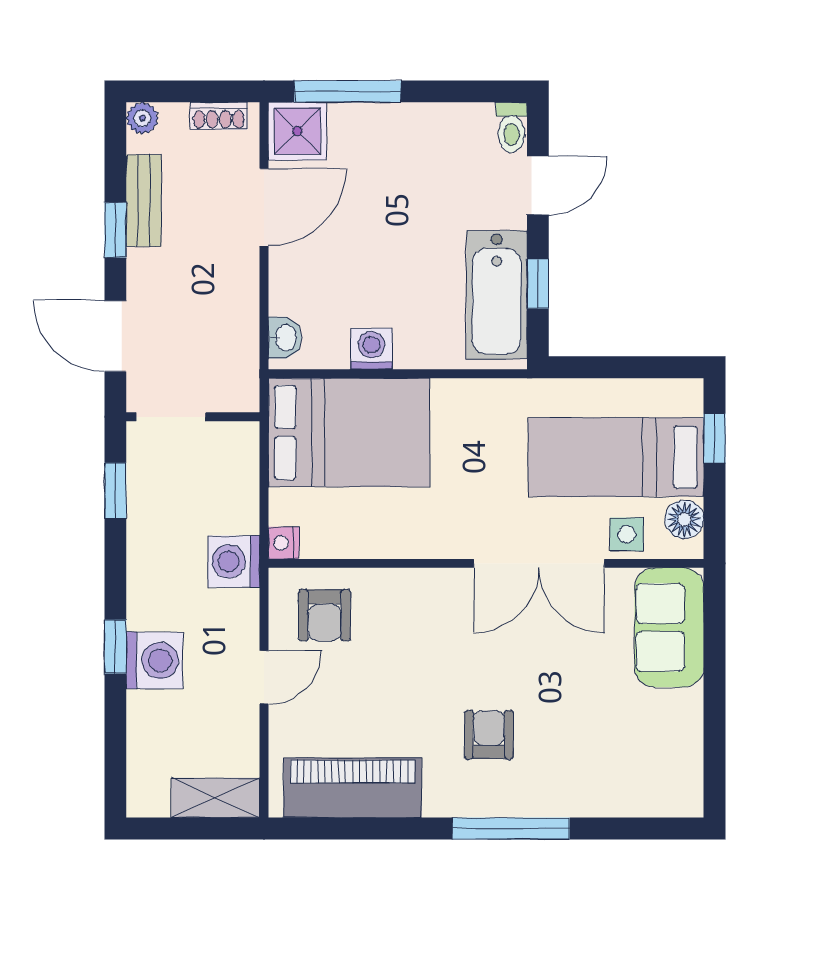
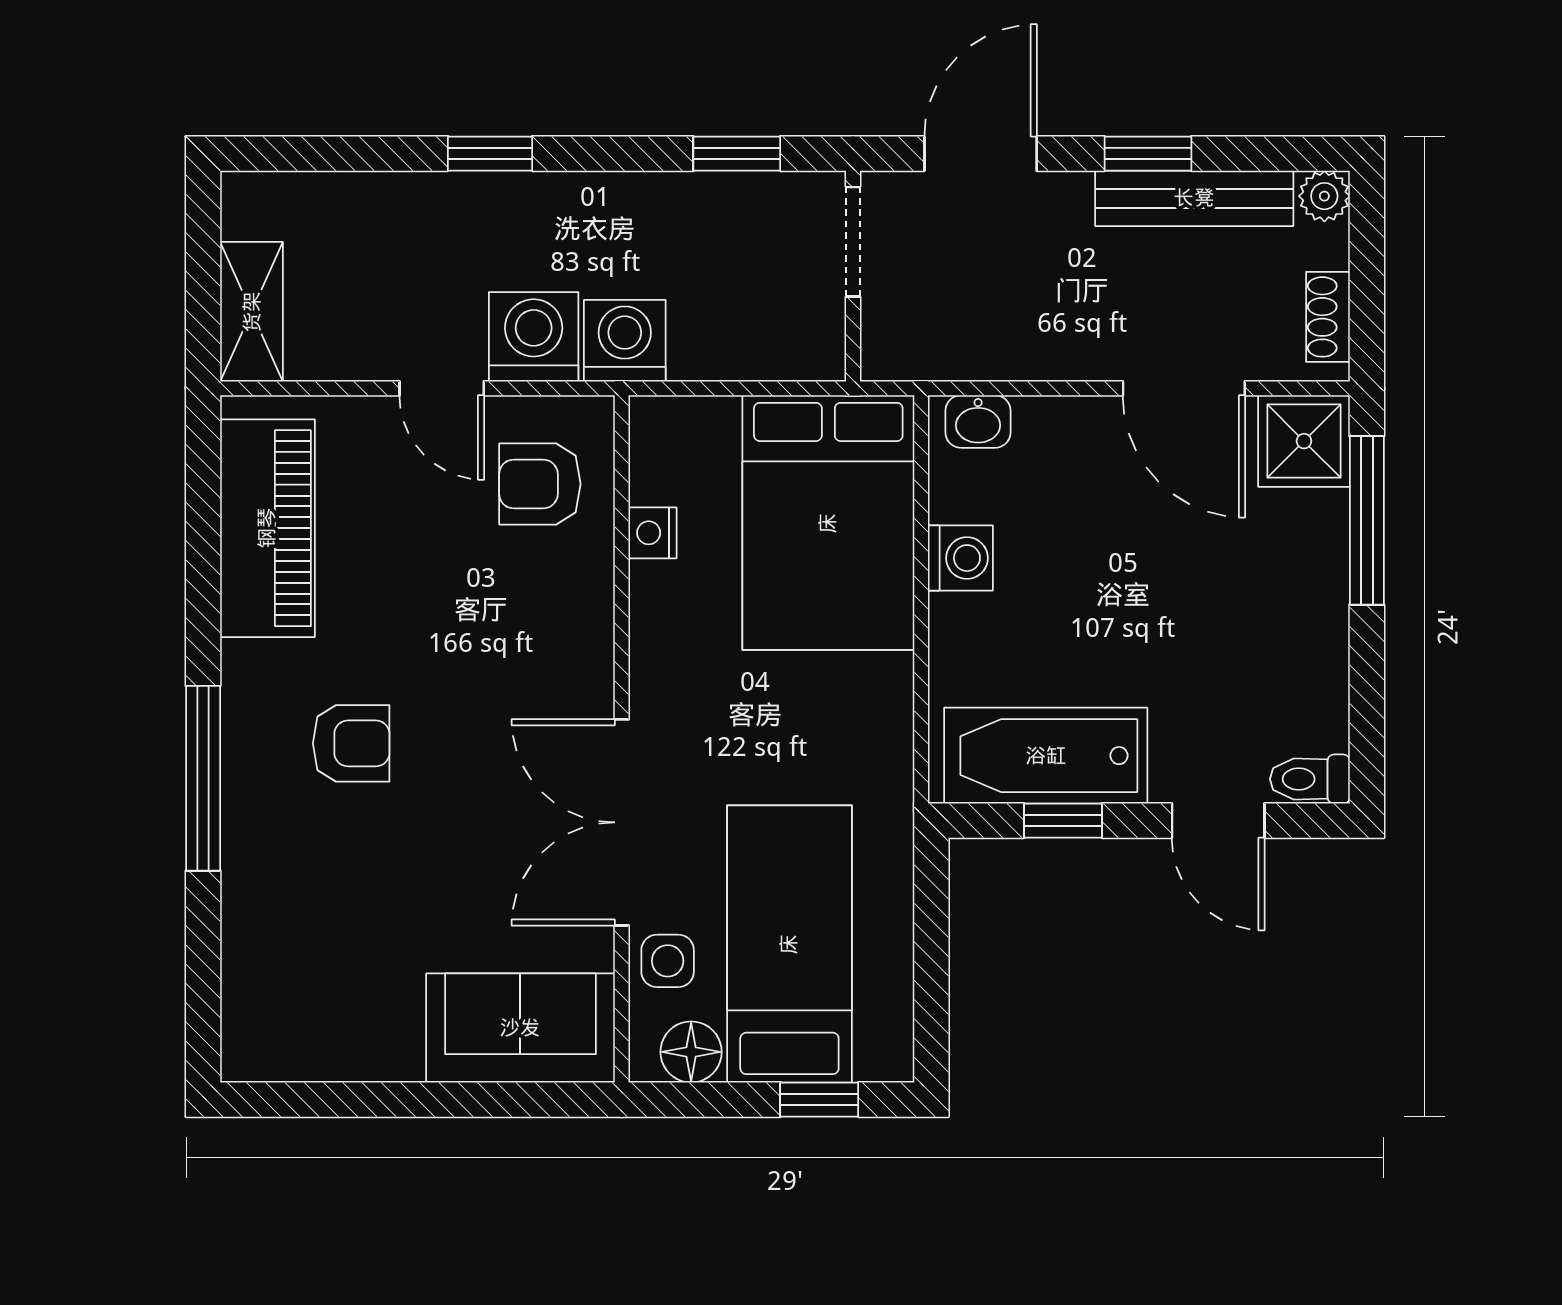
bench: (144, 201) -> (1194, 198), width x1.36
nightstand: (284, 543) -> (652, 533), moved, turned -90
washing machine: (154, 661) -> (534, 337), moved, turned 180

